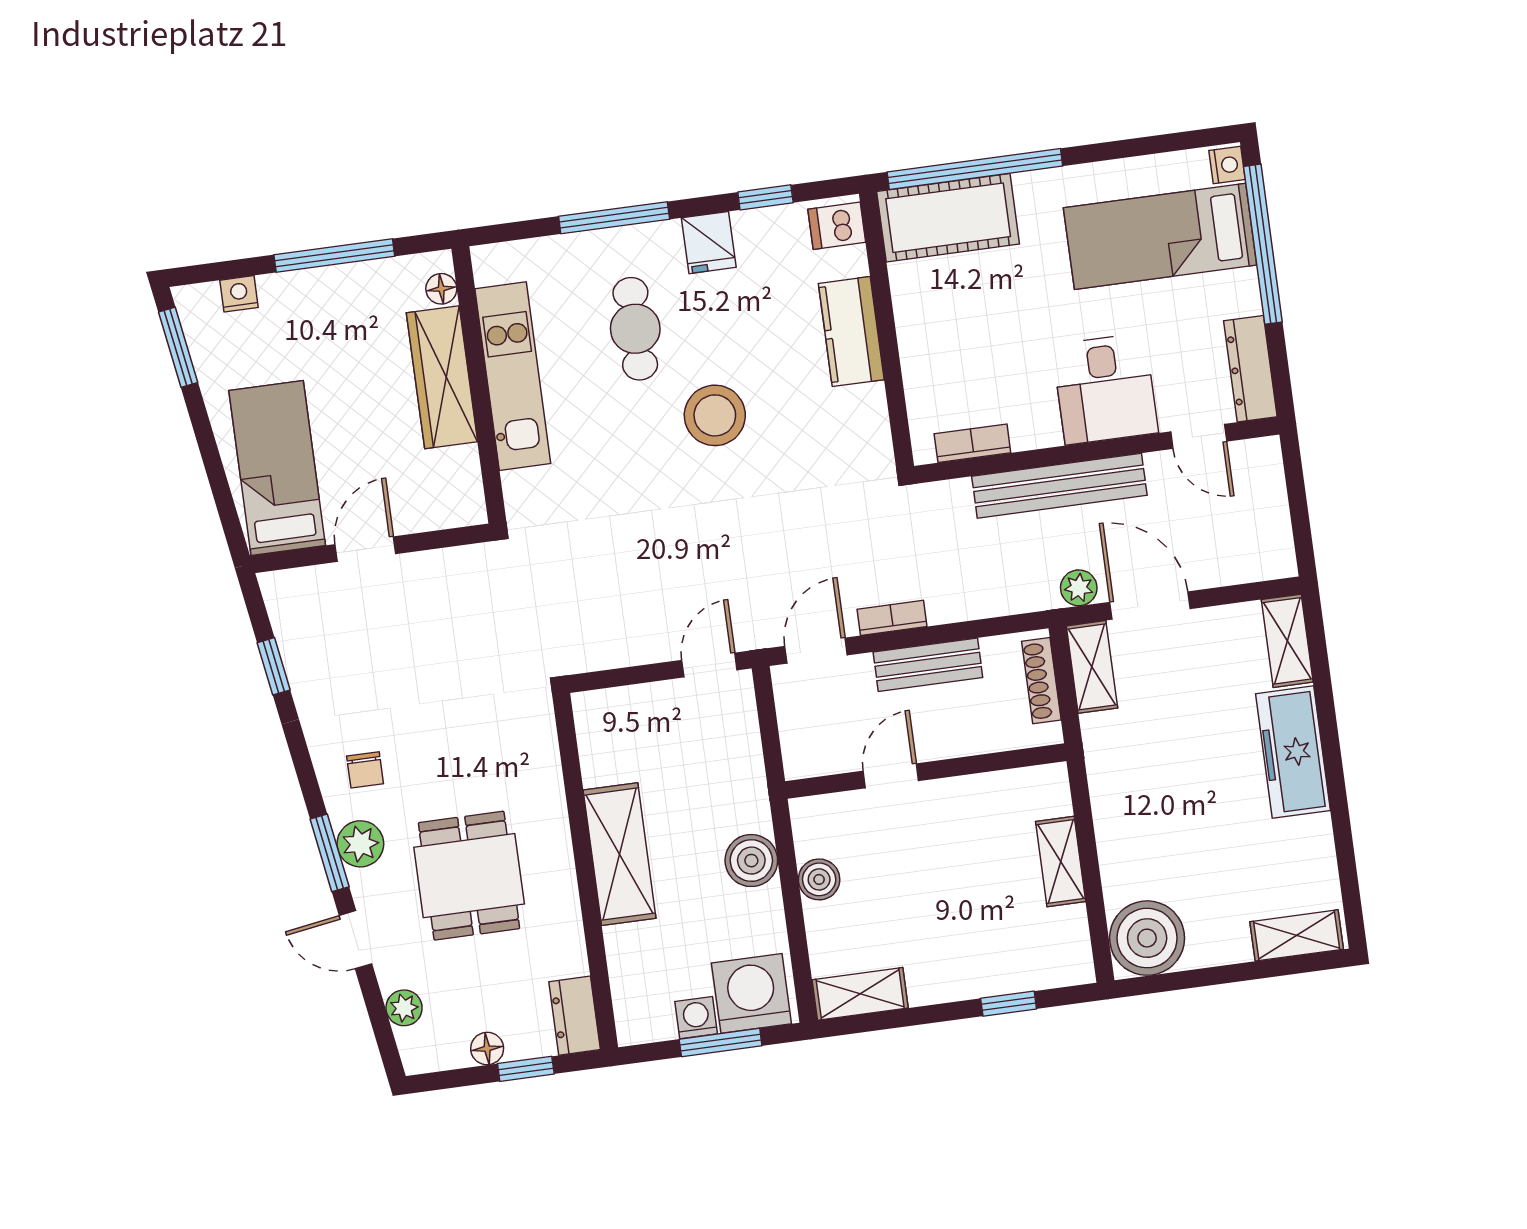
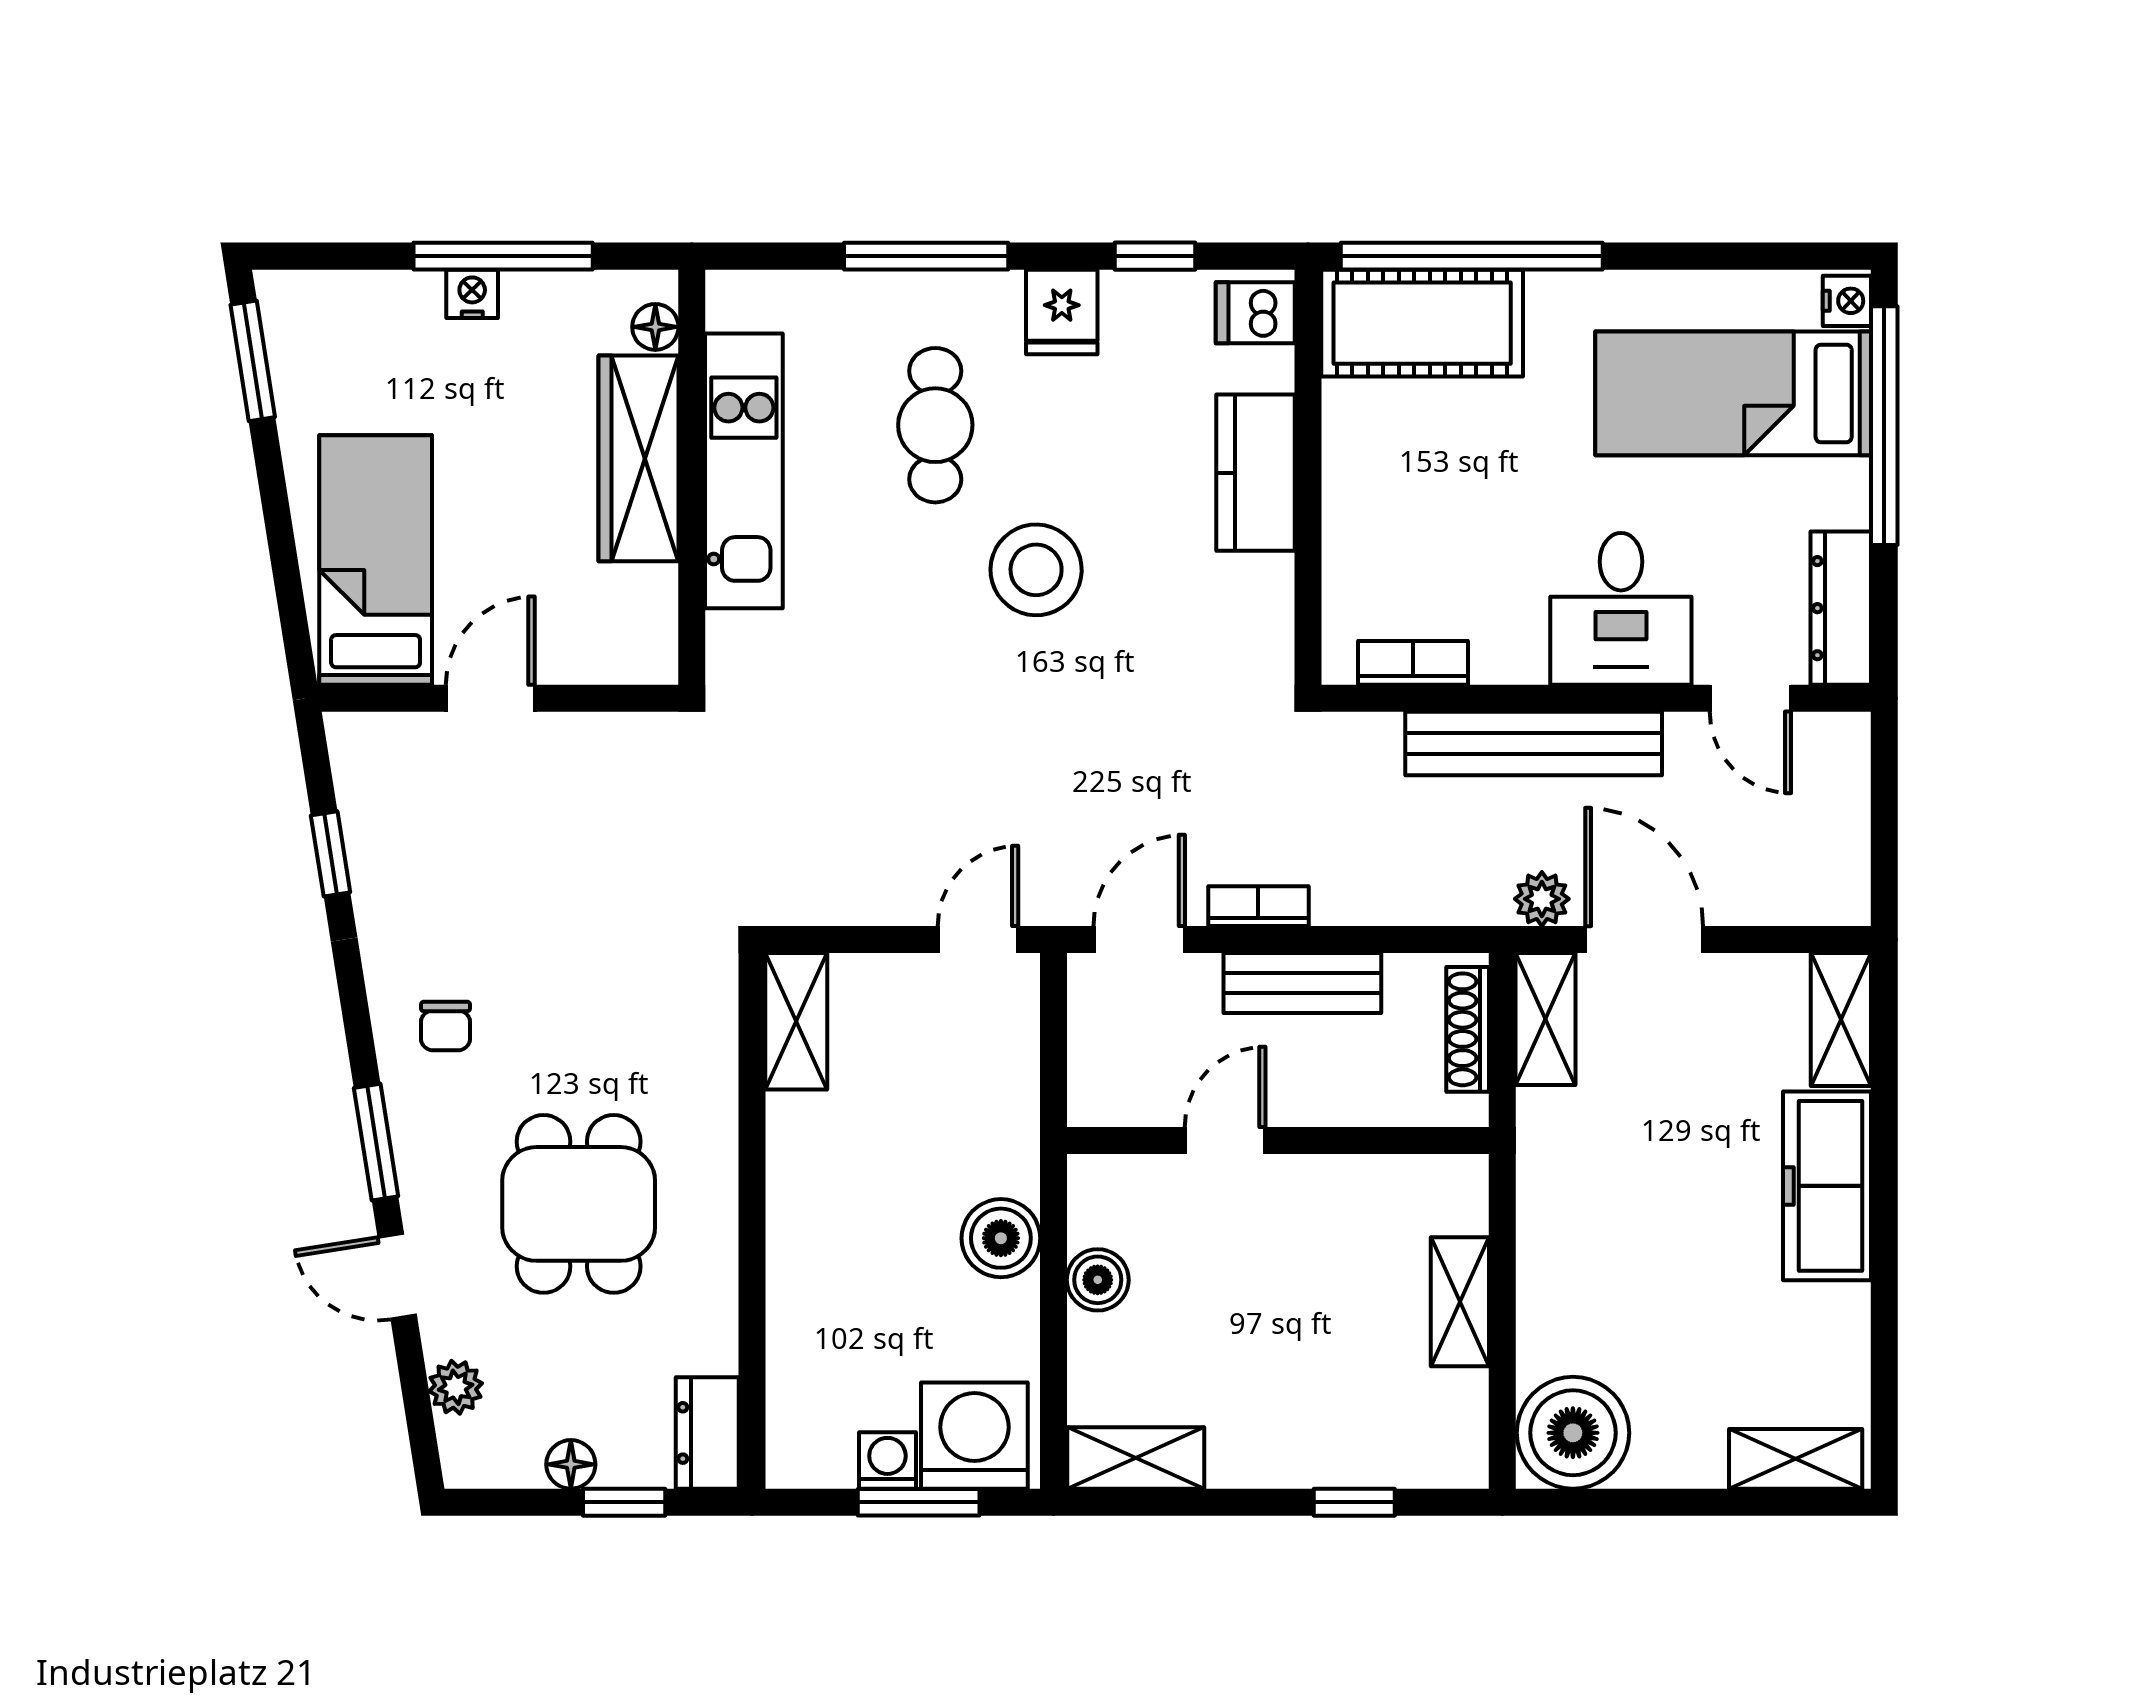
nightstand: (239, 294) -> (472, 294), moved
plant: (360, 844) -> (424, 1135), removed
shelving: (620, 854) -> (796, 1021), moved, width x0.67, depth x0.75

